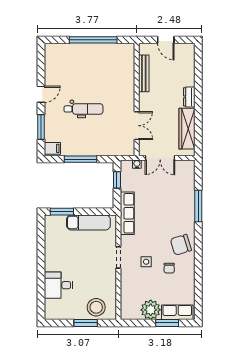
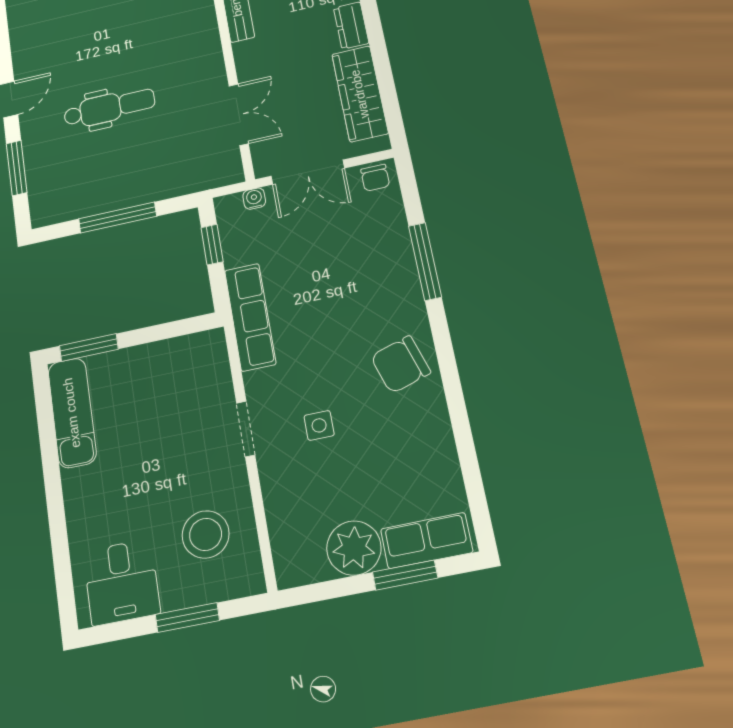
filing cabinet: (52, 148) -> (48, 209), removed
exam couch: (88, 222) -> (72, 413), moved, turned -90
chair: (169, 268) -> (375, 178), moved
desk: (58, 285) -> (122, 582), moved, turned -90
stool: (96, 307) -> (206, 534), moved

